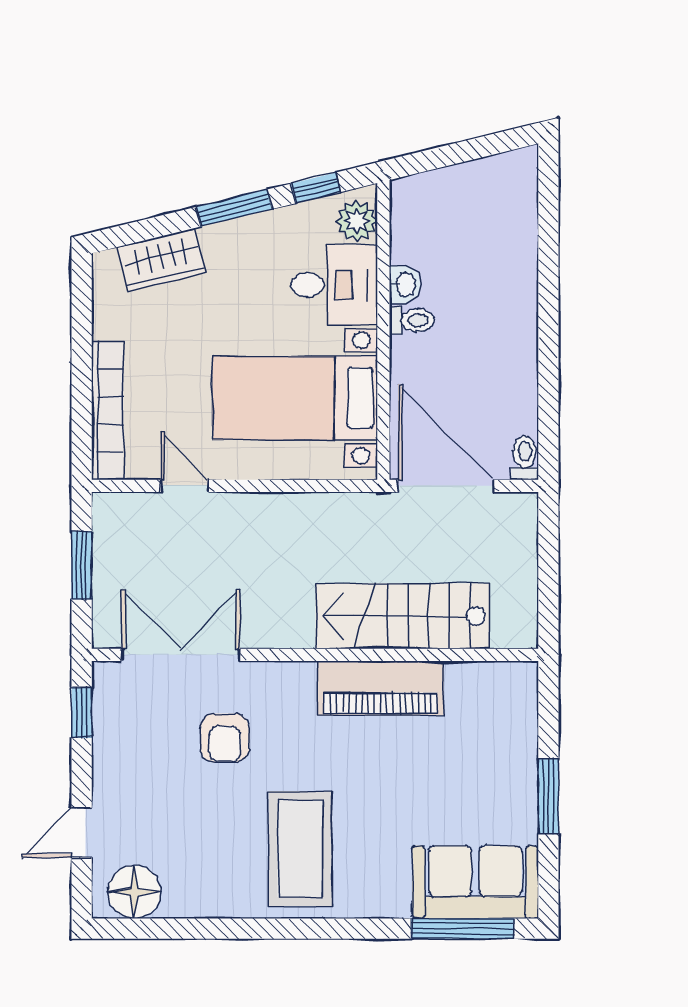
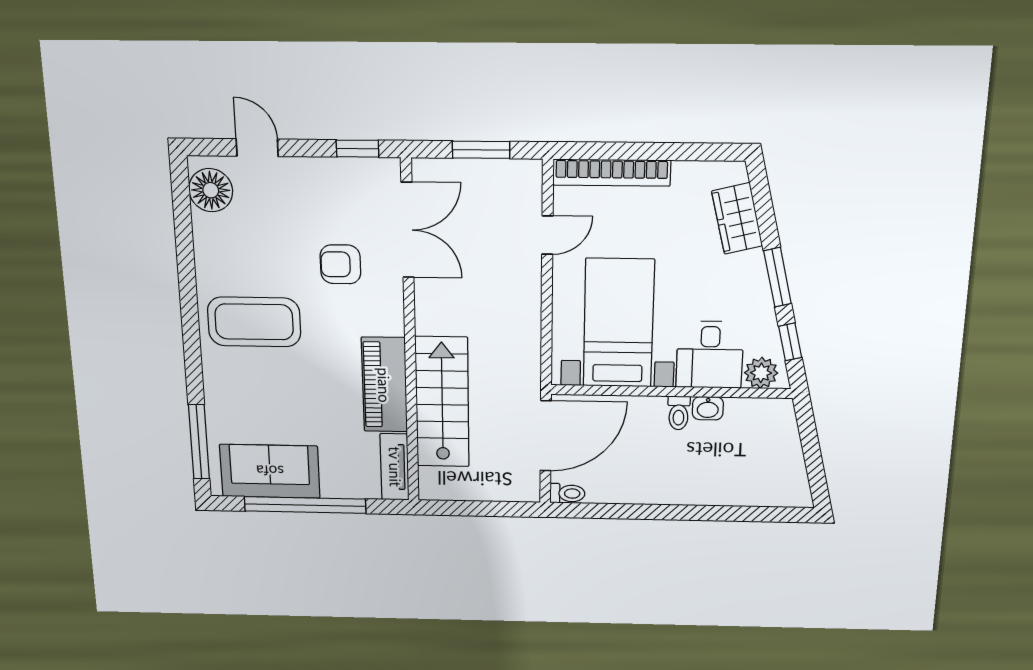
tv unit: (493, 678) -> (395, 467), added
window: (548, 796) -> (305, 505), width x2.11
sofa: (475, 882) -> (270, 471), moved, turned -90

